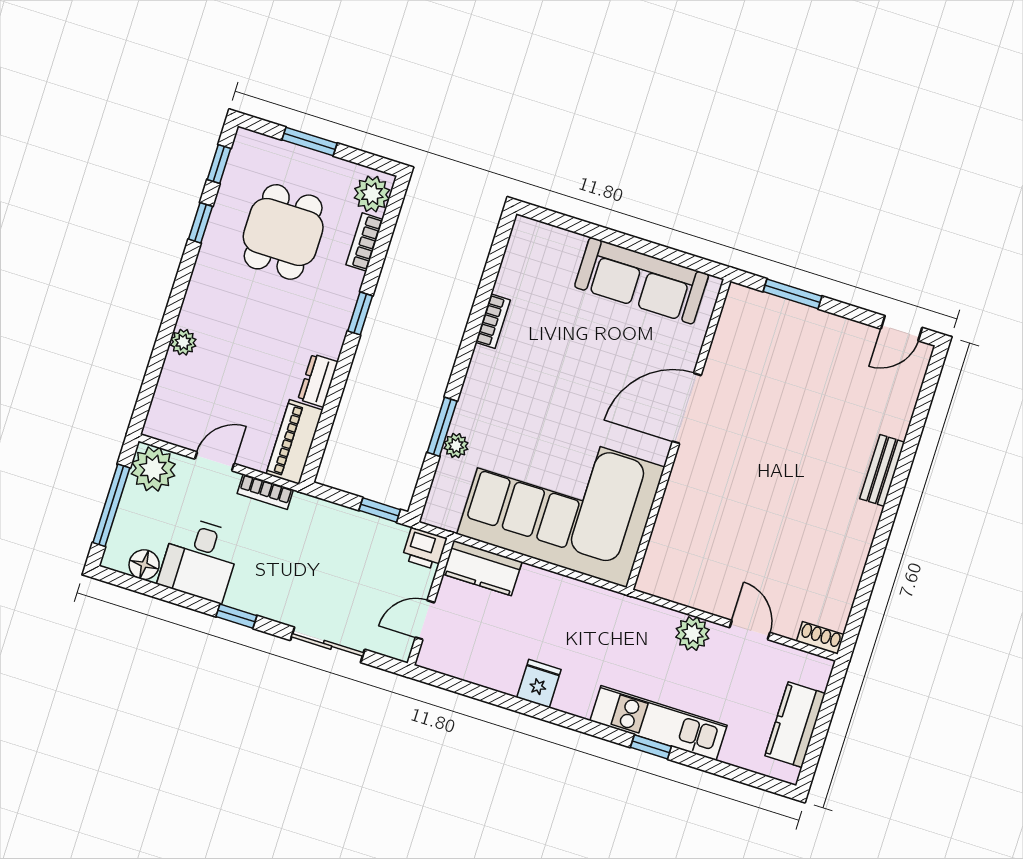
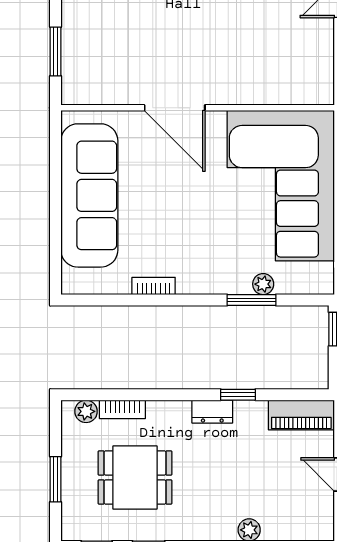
plant: (372, 194) -> (86, 411), width x0.73, depth x0.73
sofa: (642, 281) -> (89, 195), width x1.36, depth x1.27
window: (360, 313) -> (238, 395), moved
dresser: (318, 381) -> (212, 412), moved

